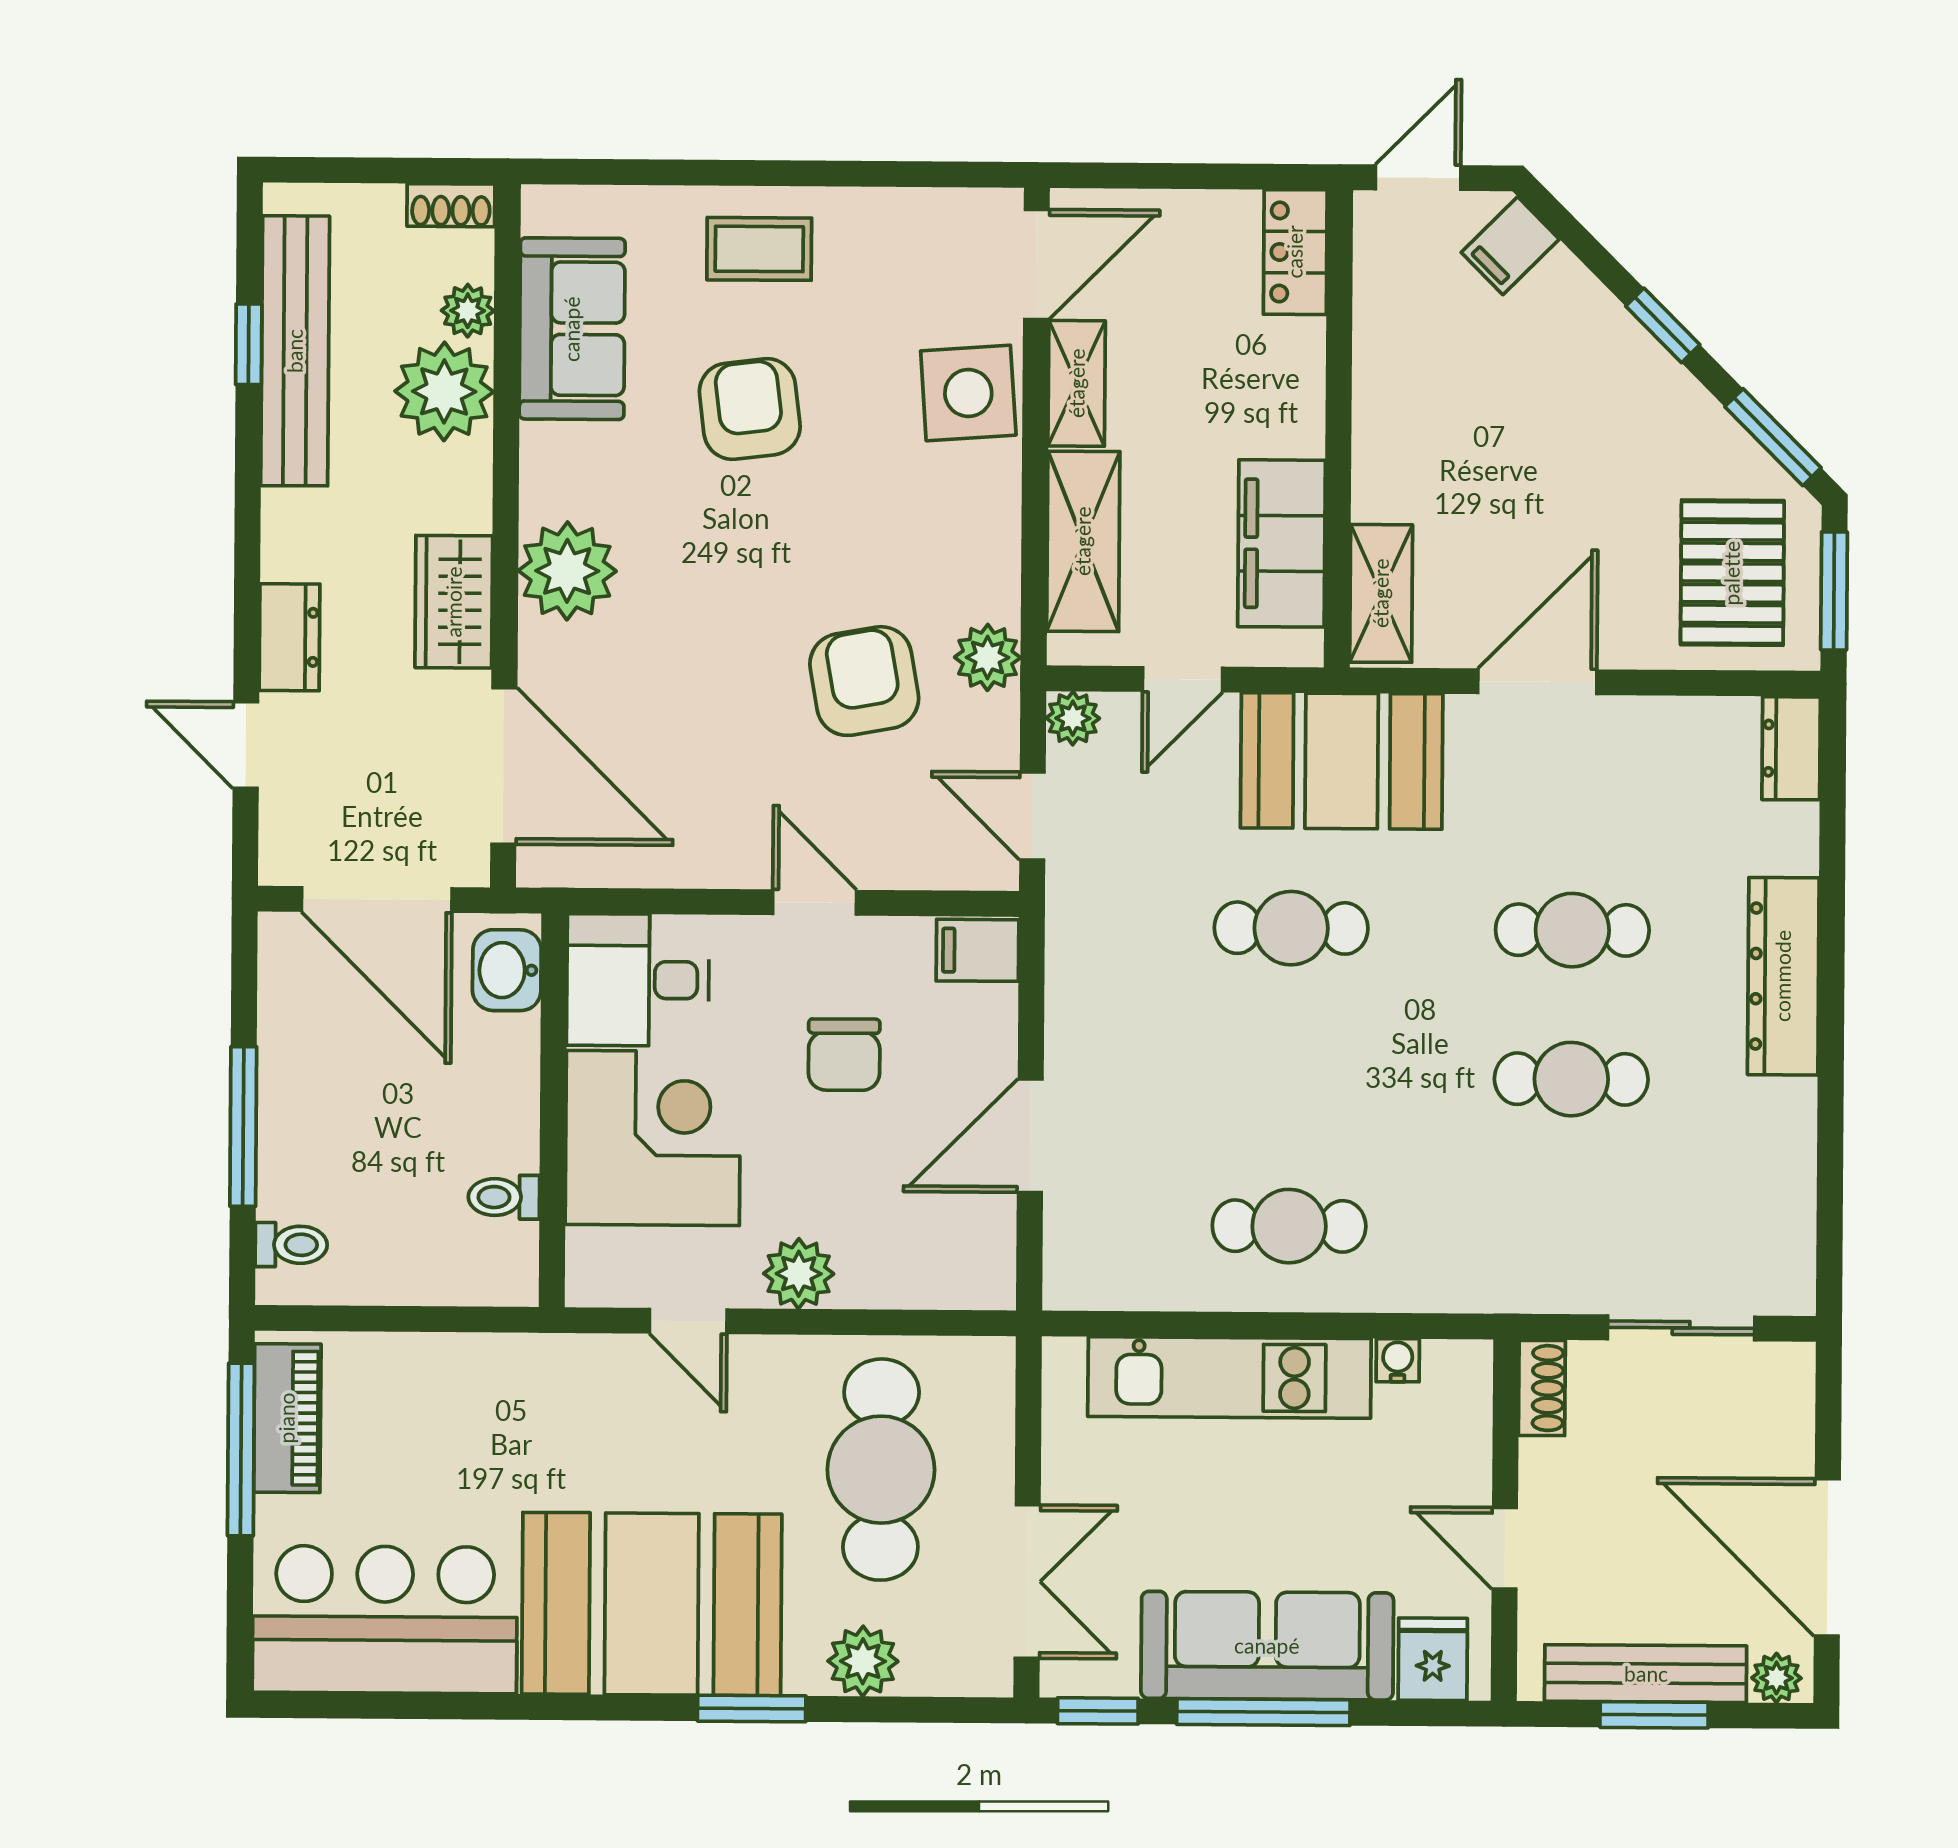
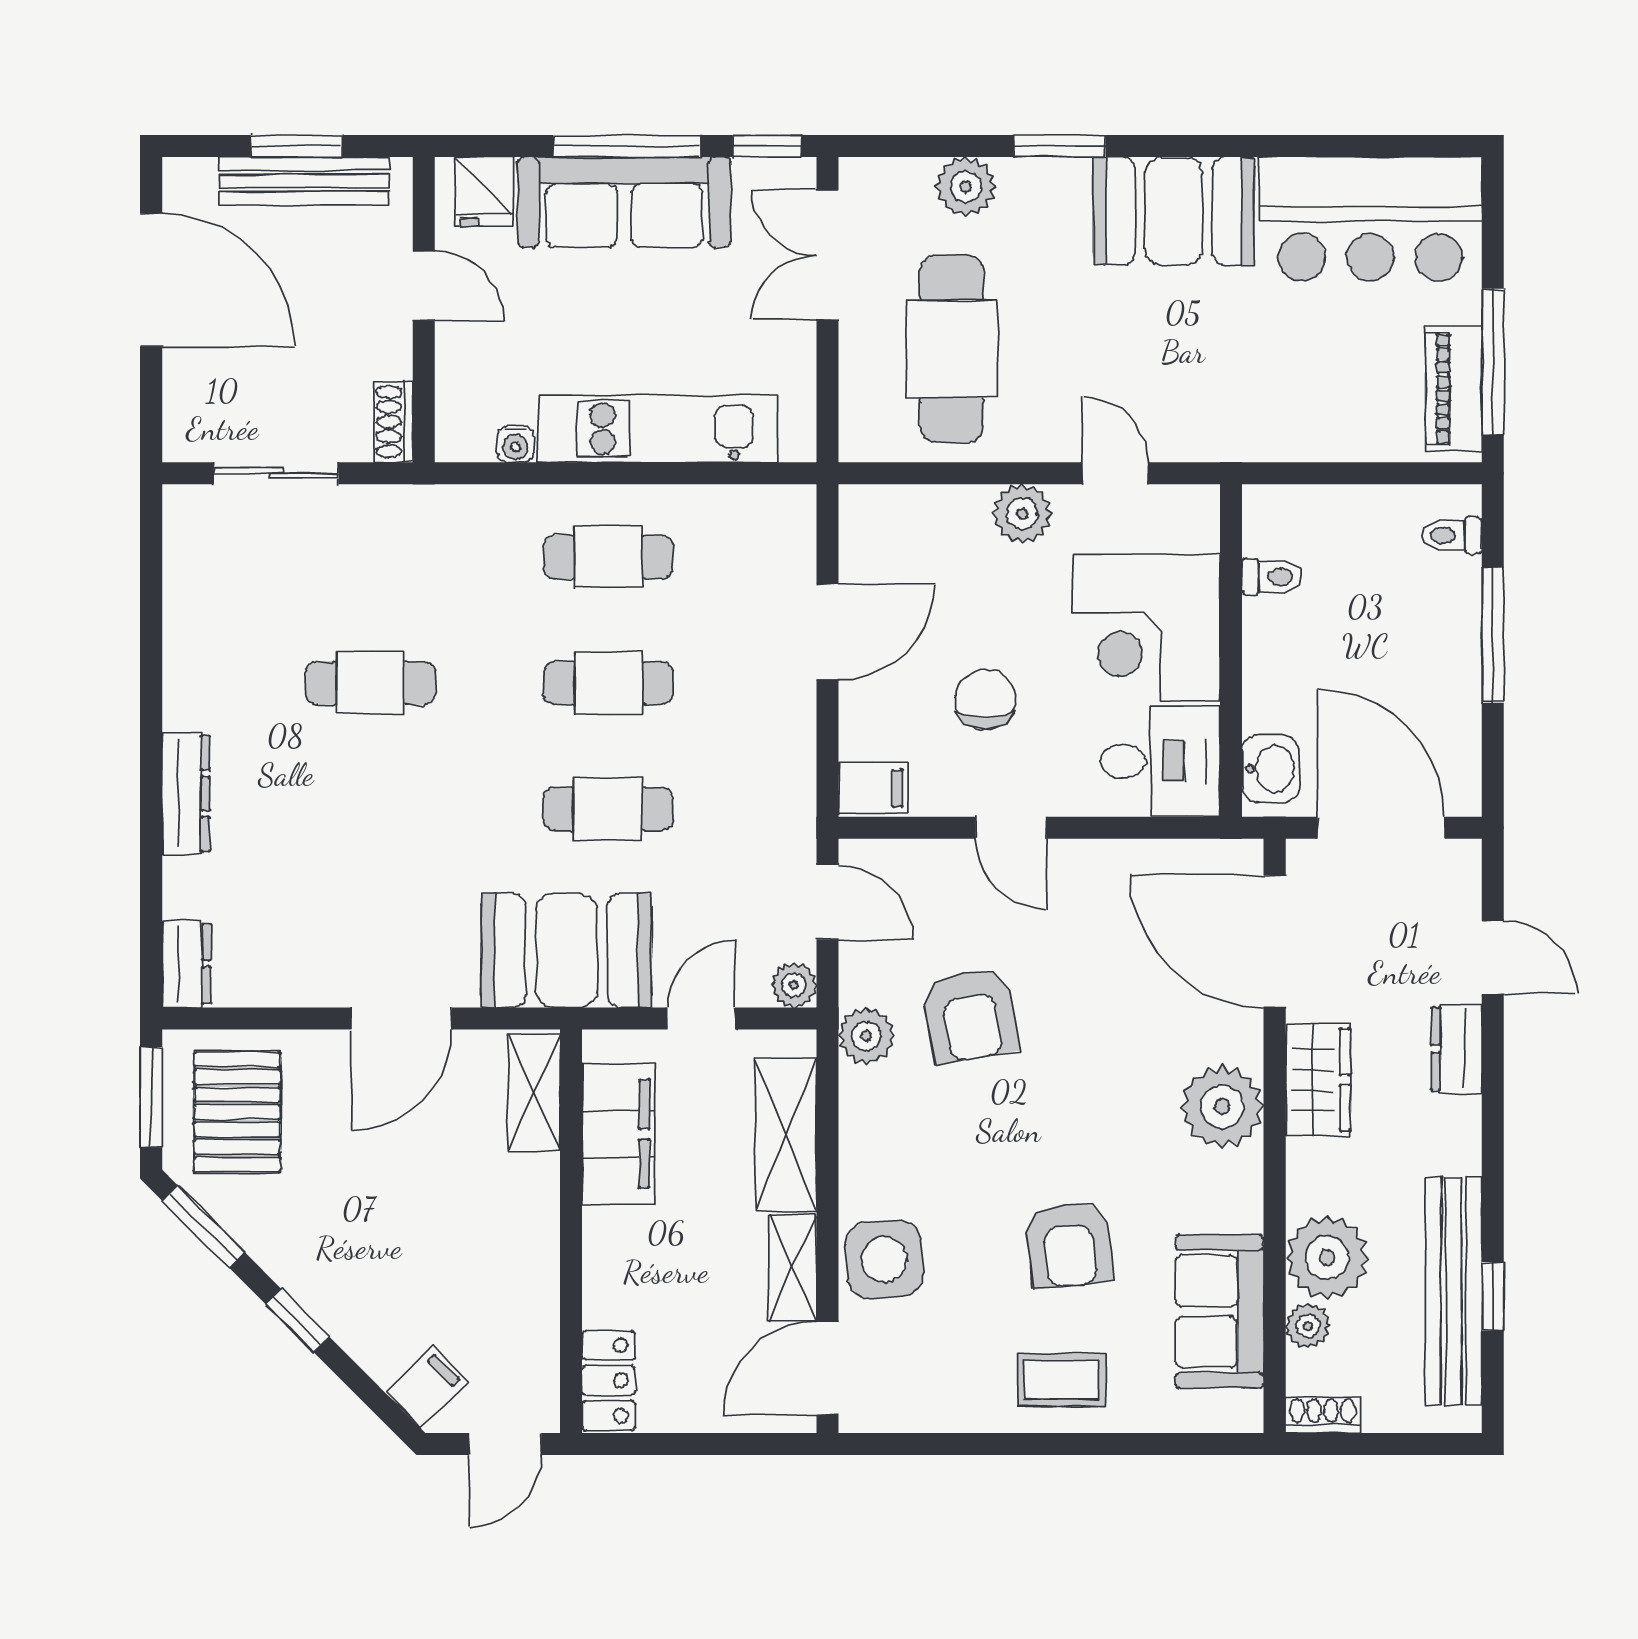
cafe table: (1572, 930) -> (608, 683), moved
dresser: (1783, 976) -> (186, 793), width x0.73, depth x0.80
booth: (652, 1604) -> (1174, 211), width x0.73, depth x0.70
plant: (1776, 1678) -> (193, 178), removed

